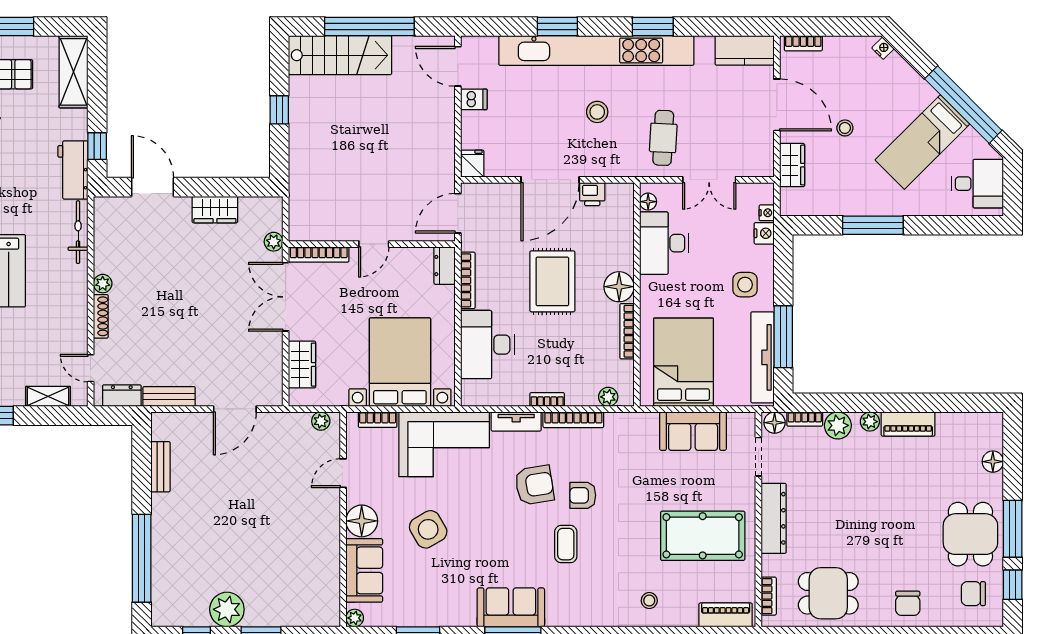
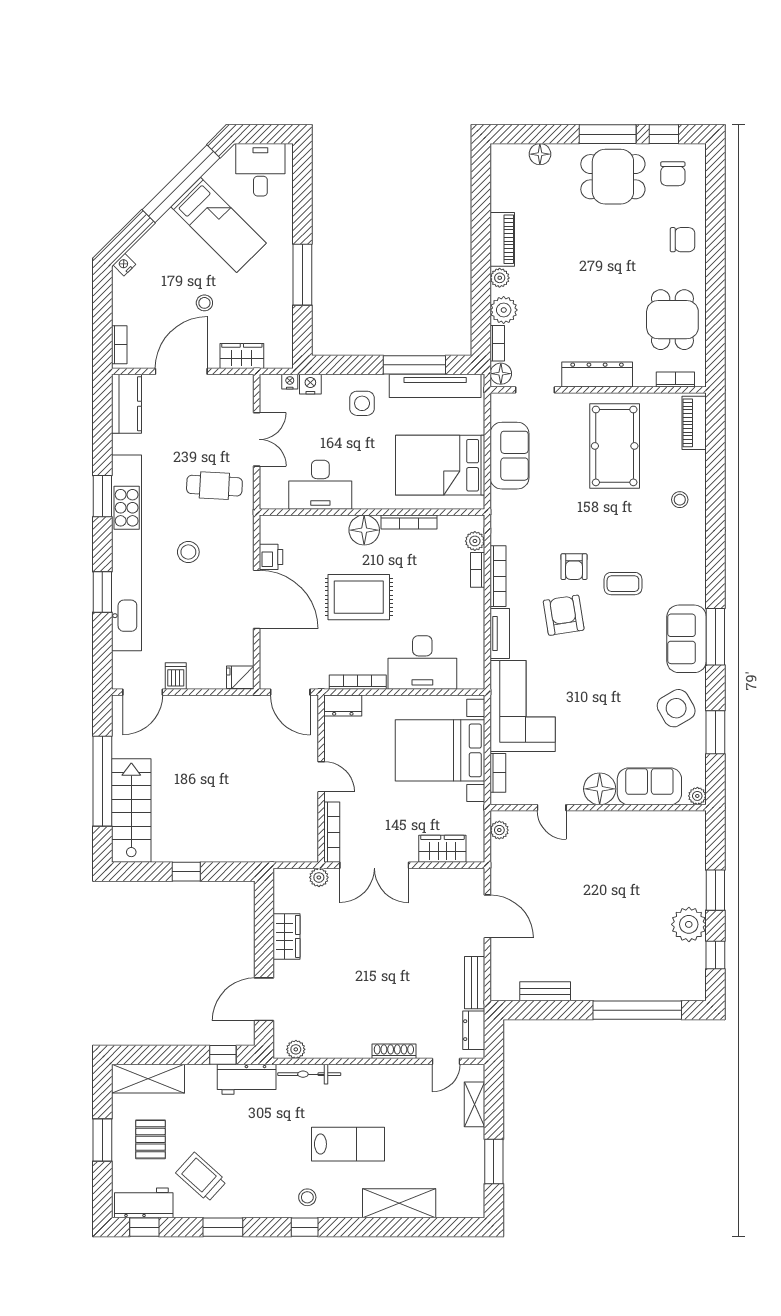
floor lamp: (648, 202) -> (279, 501), removed
plant: (103, 284) -> (296, 1049), moved
bookcase: (547, 400) -> (478, 570), moved
side table: (428, 529) -> (676, 708), moved

